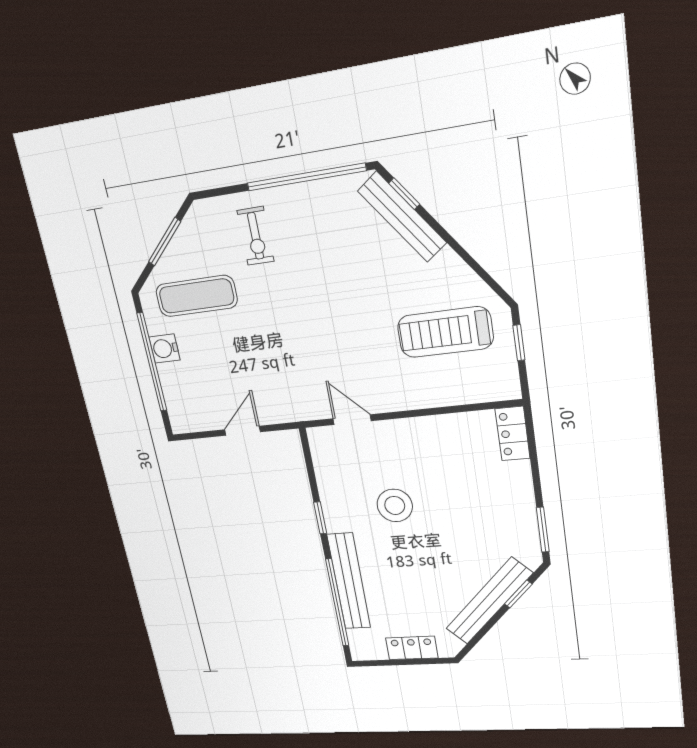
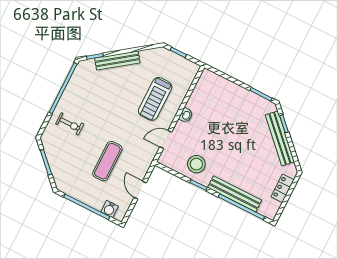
bench: (402, 217) -> (117, 61), moved
exercise mat: (196, 296) -> (107, 161), moved
treadmill: (445, 332) -> (155, 99), moved
water cooler: (165, 348) -> (110, 209), moved
washbasin: (417, 427) -> (186, 115), added
locker: (513, 434) -> (213, 79), removed
stool: (395, 505) -> (196, 164), moved

